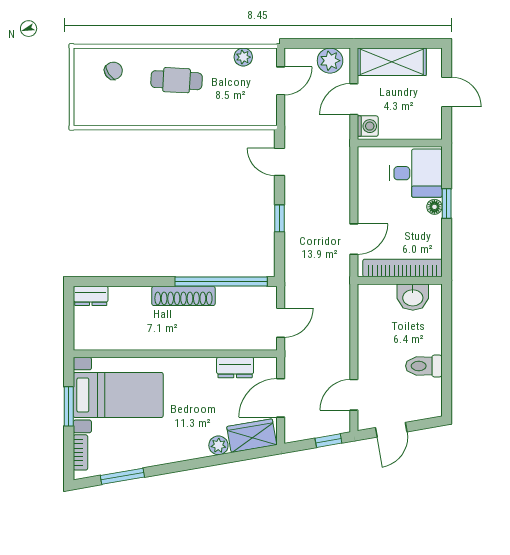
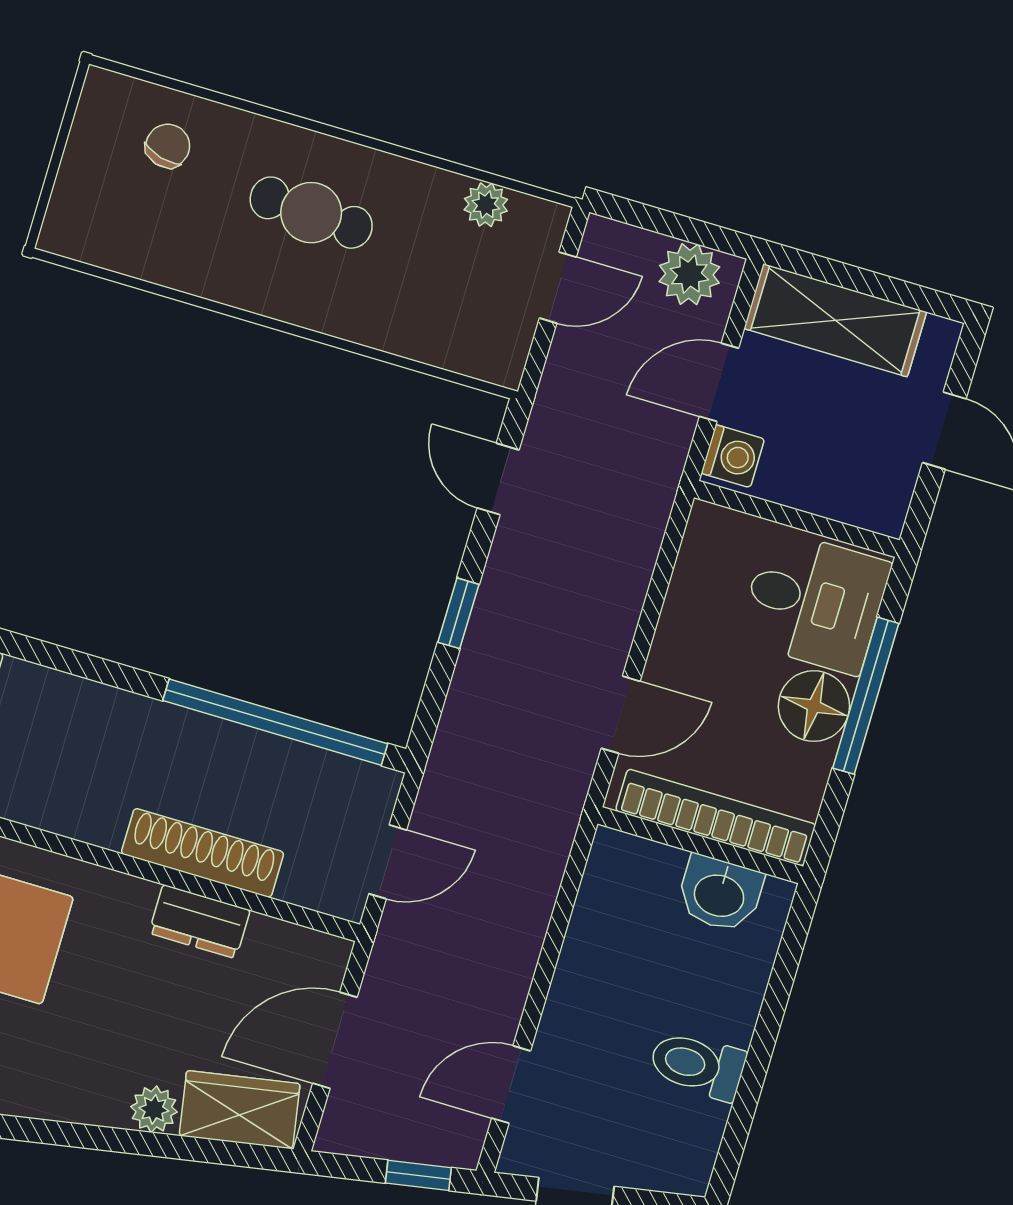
chair: (113, 71) -> (168, 146), turned -41
window: (447, 204) -> (866, 696), width x2.17
floor lamp: (434, 207) -> (814, 706), width x1.89, depth x1.89
shoe rack: (183, 296) -> (203, 853), moved, turned 180
dresser: (235, 367) -> (199, 922), moved

